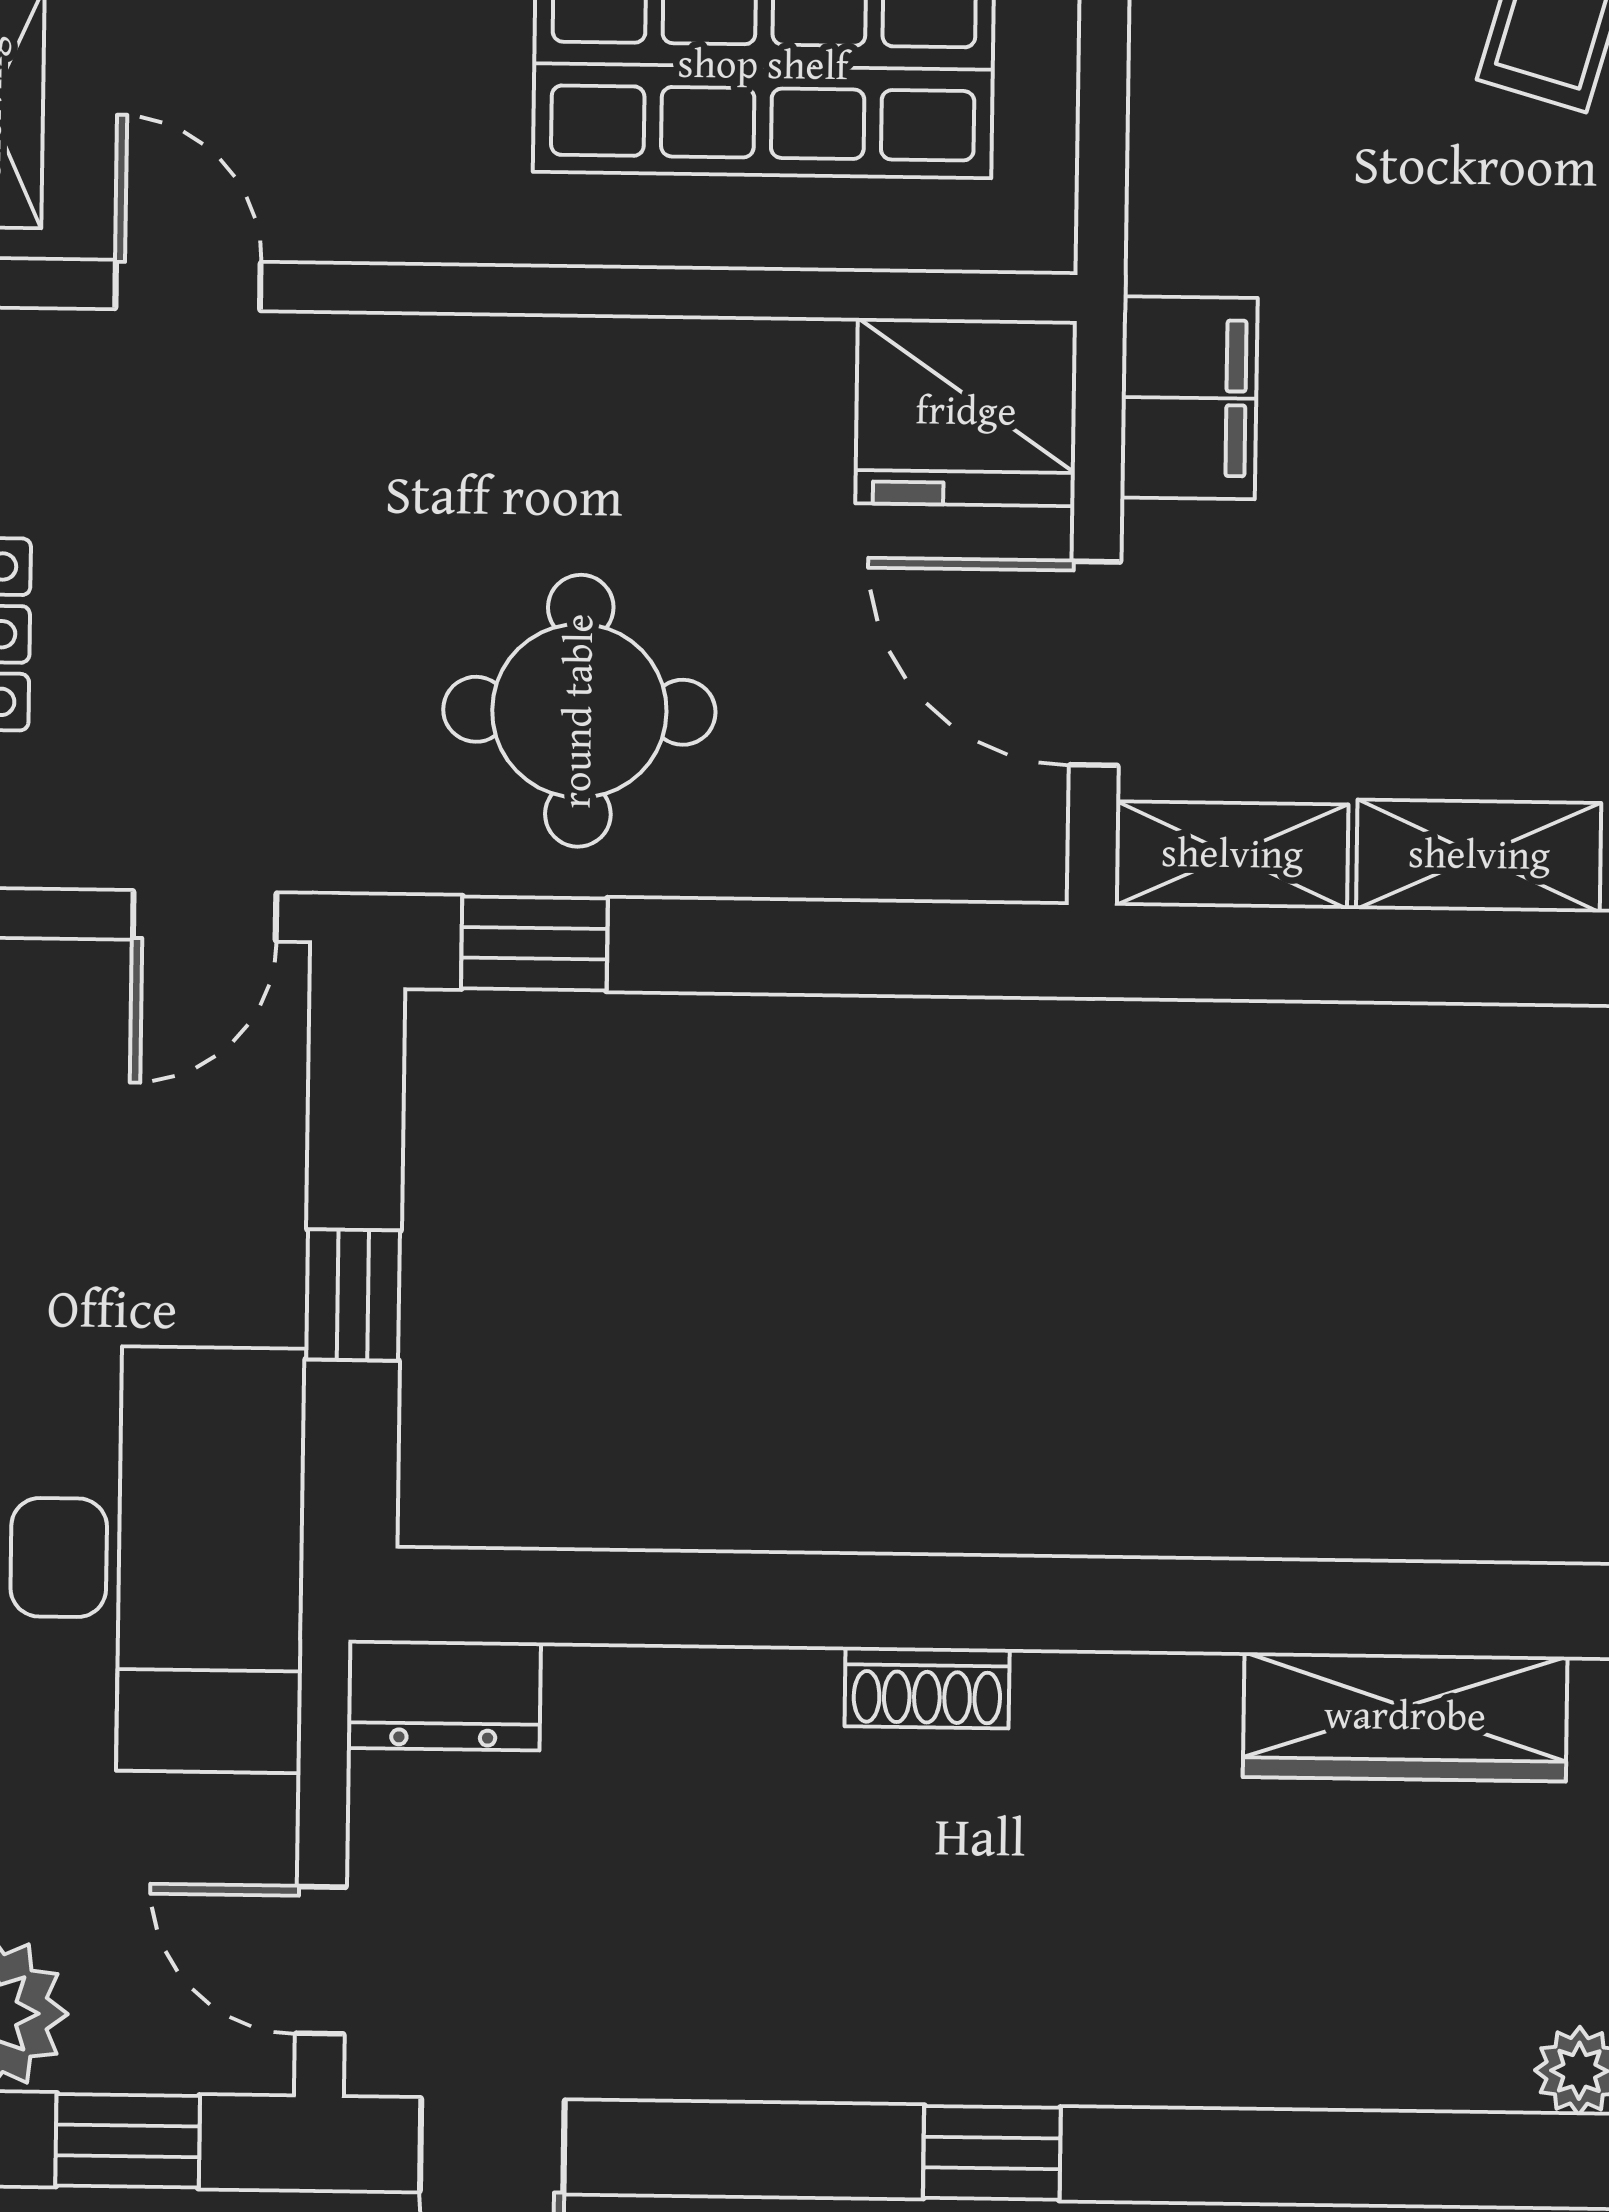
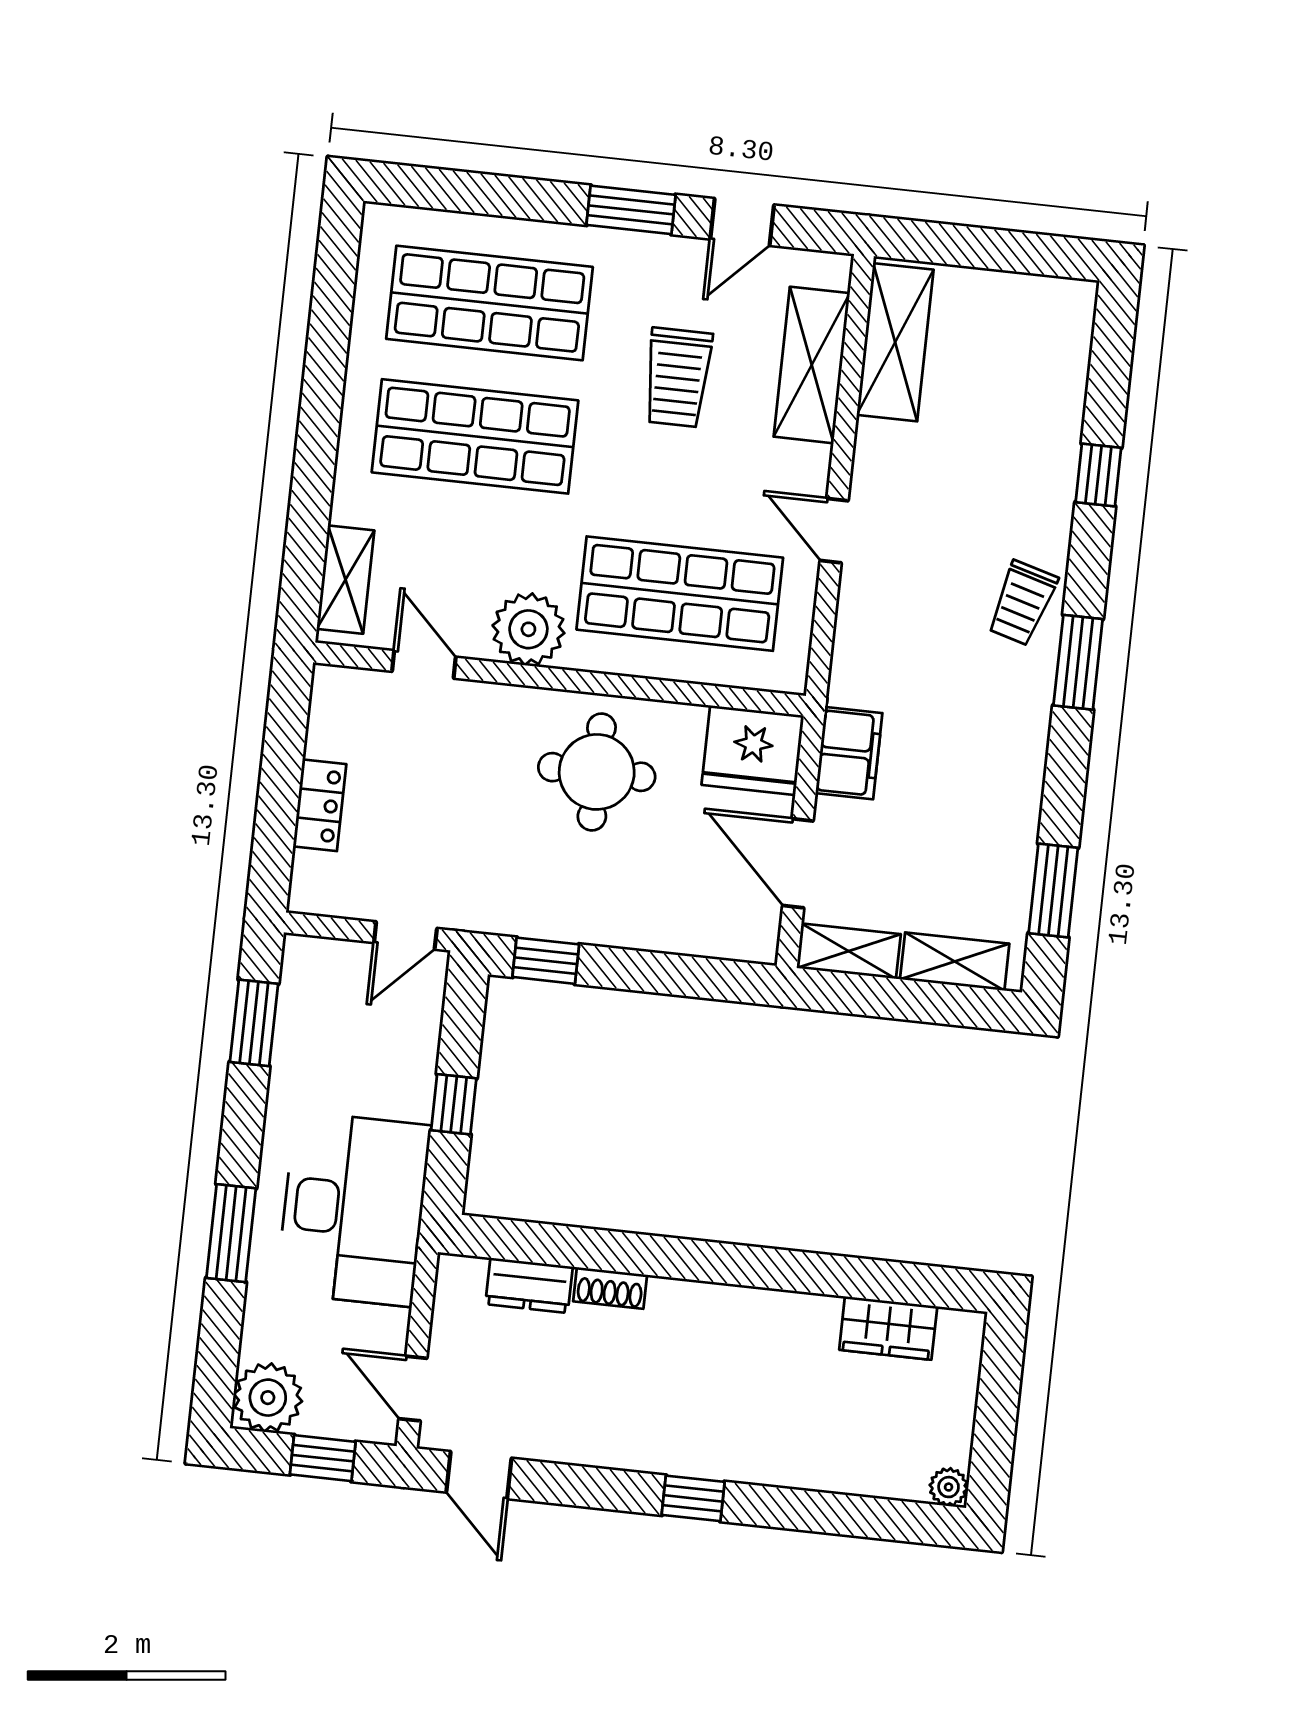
plant: (422, 182) -> (528, 629), added
round table: (579, 711) -> (597, 772), moved
shoe rack: (927, 1688) -> (610, 1288), moved
dresser: (444, 1695) -> (529, 1285), moved
wardrobe: (1405, 1717) -> (888, 1328), width x0.67

